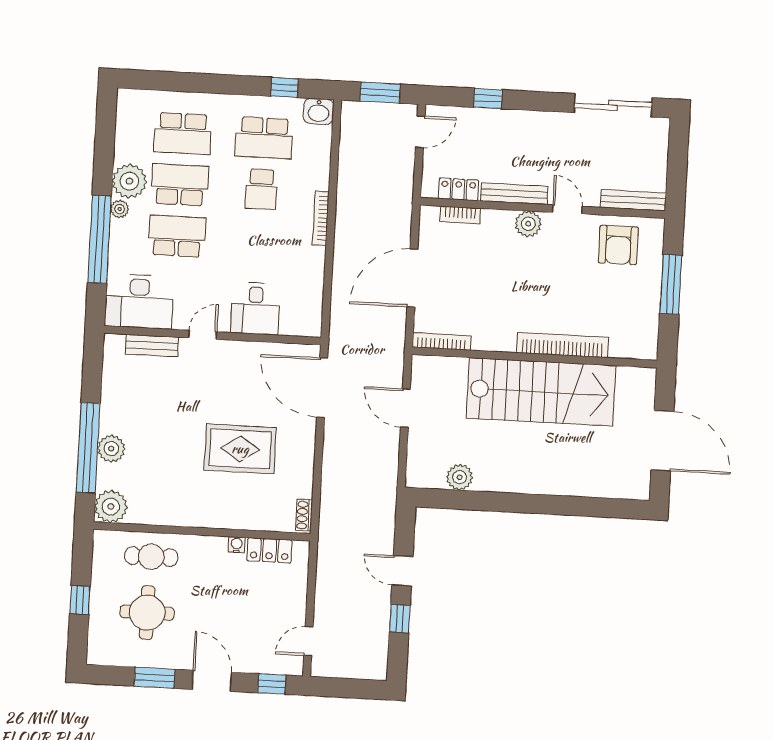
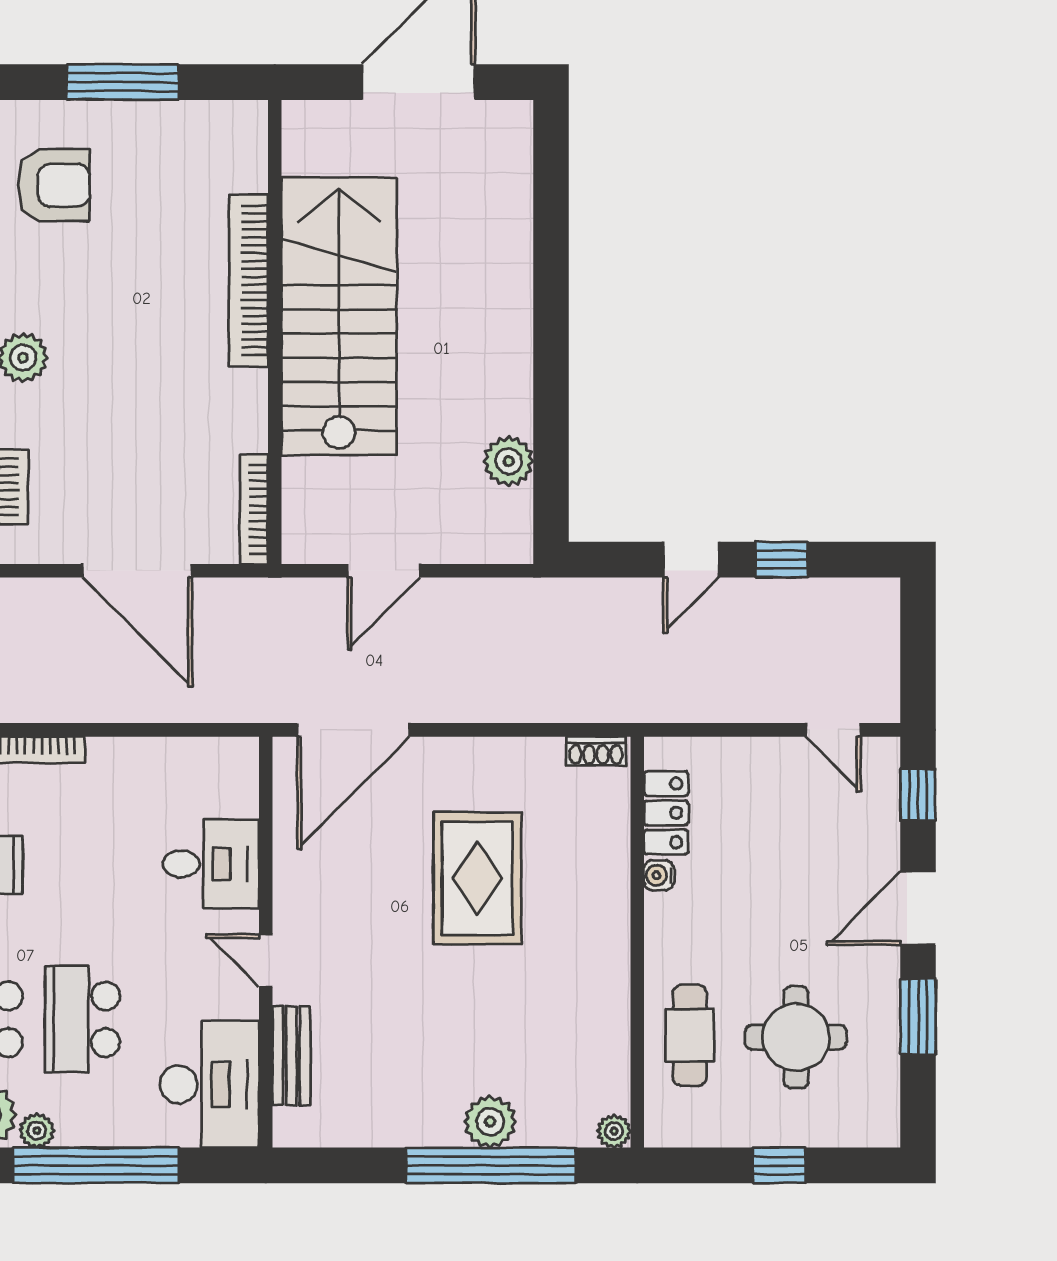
plant: (111, 507) -> (614, 1131), width x0.53, depth x0.53

